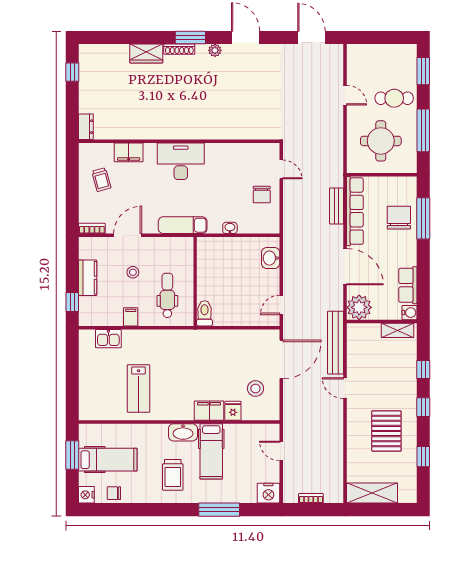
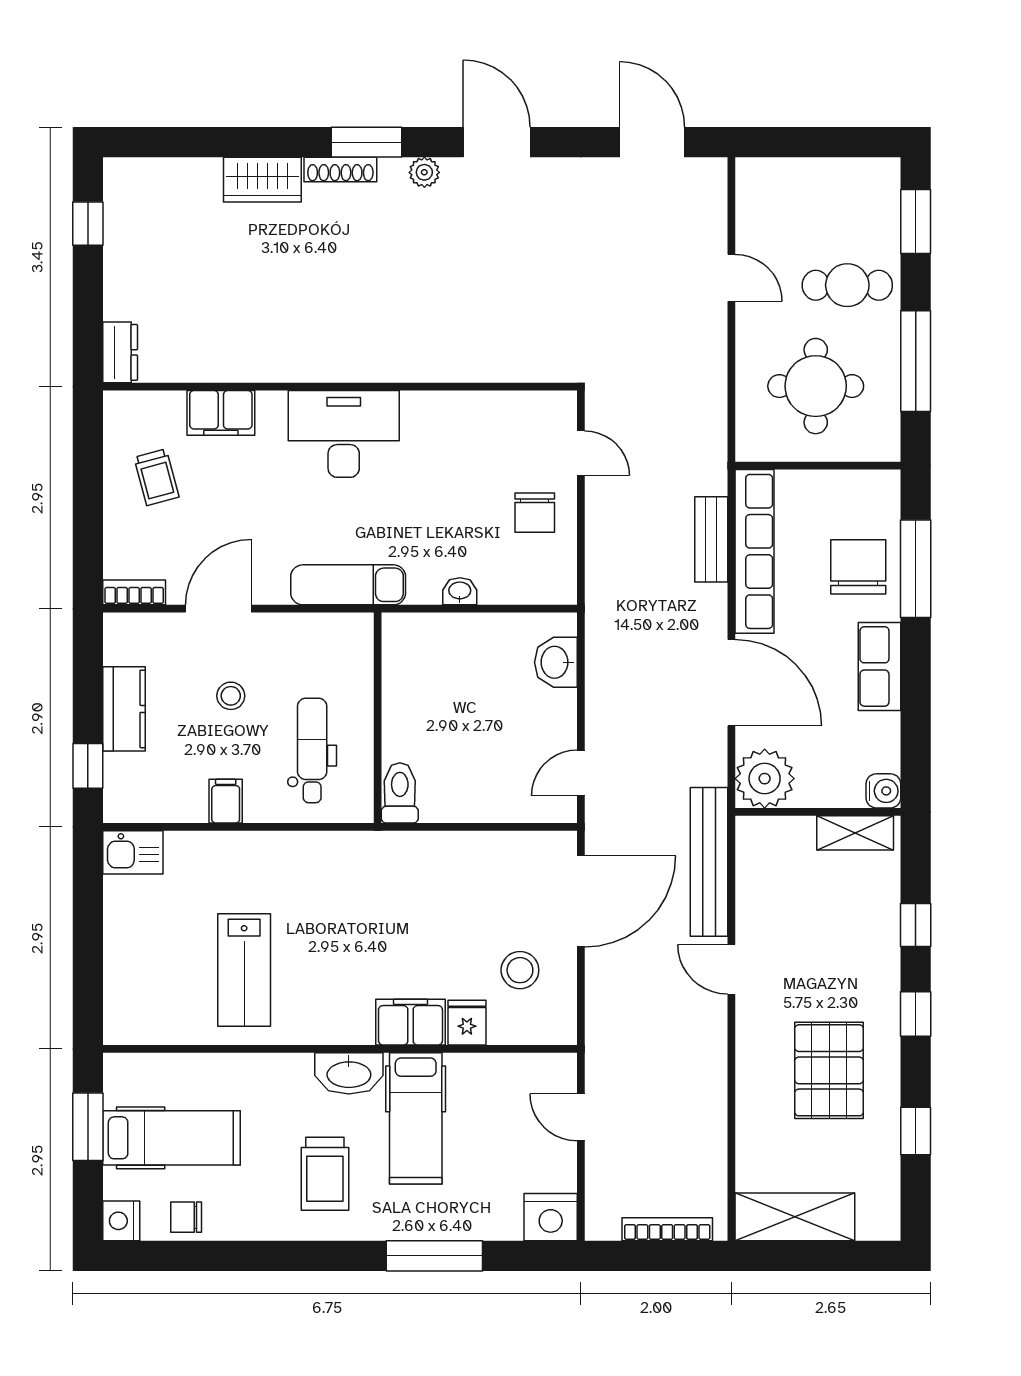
row of seats: (408, 285) -> (879, 666), moved
kitchen sink: (108, 339) -> (133, 852), moved
bookcase: (311, 498) -> (667, 1229), width x1.56

